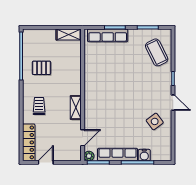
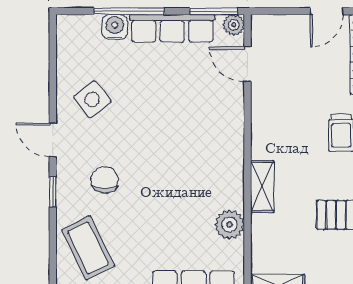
plant: (91, 63) -> (230, 225), added
chair: (149, 84) -> (105, 180), added
shelving: (76, 108) -> (262, 187), moved
door: (83, 138) -> (247, 64), hinge flipped

